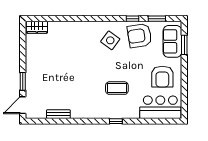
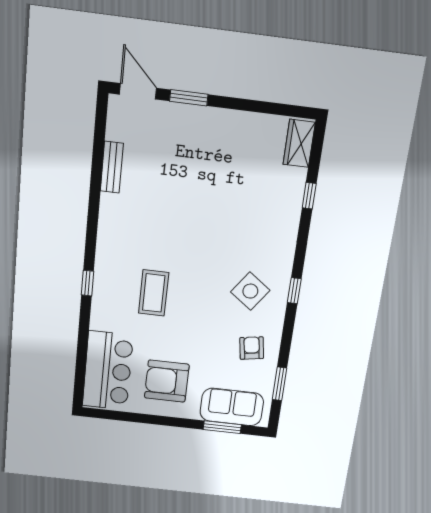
window: (60, 19) -> (309, 196), added
window: (133, 19) -> (294, 291), moved
armchair: (140, 36) -> (252, 348), width x0.53, depth x0.53

